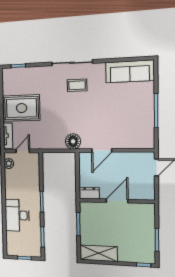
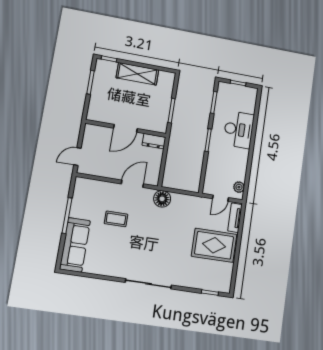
sofa: (130, 71) -> (75, 245), moved, turned 90
coffee table: (77, 85) -> (116, 219), moved
shelving: (99, 253) -> (137, 74), moved

